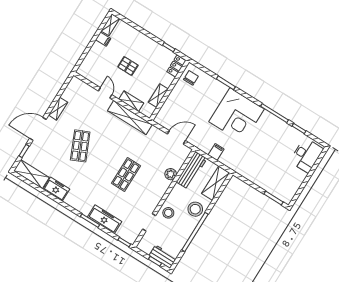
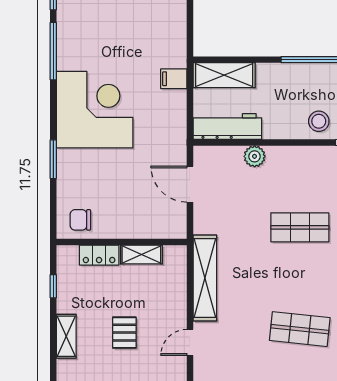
locker: (176, 66) -> (99, 255), moved
shelving: (131, 101) -> (66, 336), moved
shop shelf: (80, 146) -> (300, 329), turned 30
filing cabinet: (216, 152) -> (174, 79), moved
stool: (195, 209) -> (286, 82), removed

